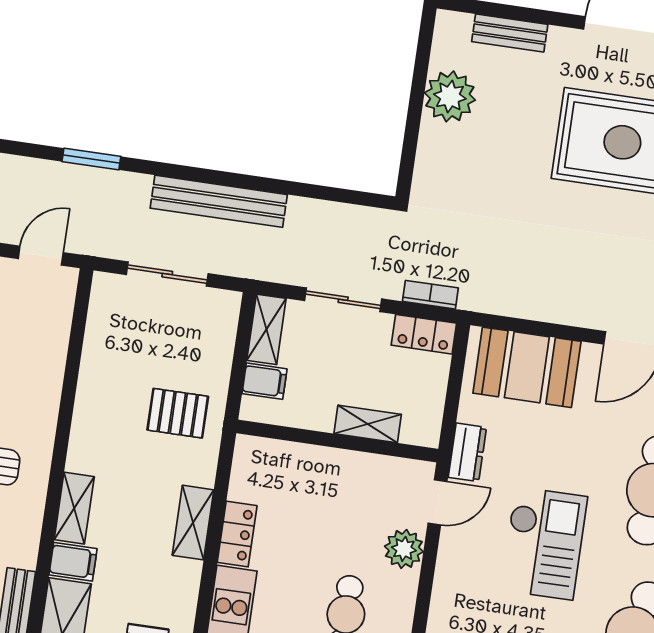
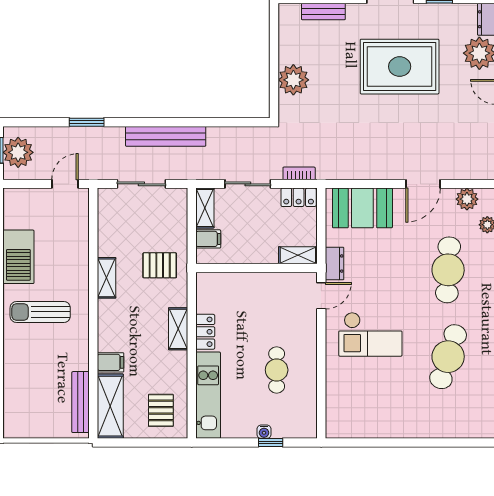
plant: (450, 96) -> (293, 80), moved
shelving: (368, 424) -> (298, 255), moved
shelving: (74, 508) -> (107, 278), moved
checkout: (544, 543) -> (370, 334), moved, turned 90
plant: (404, 549) -> (305, 326), removed

